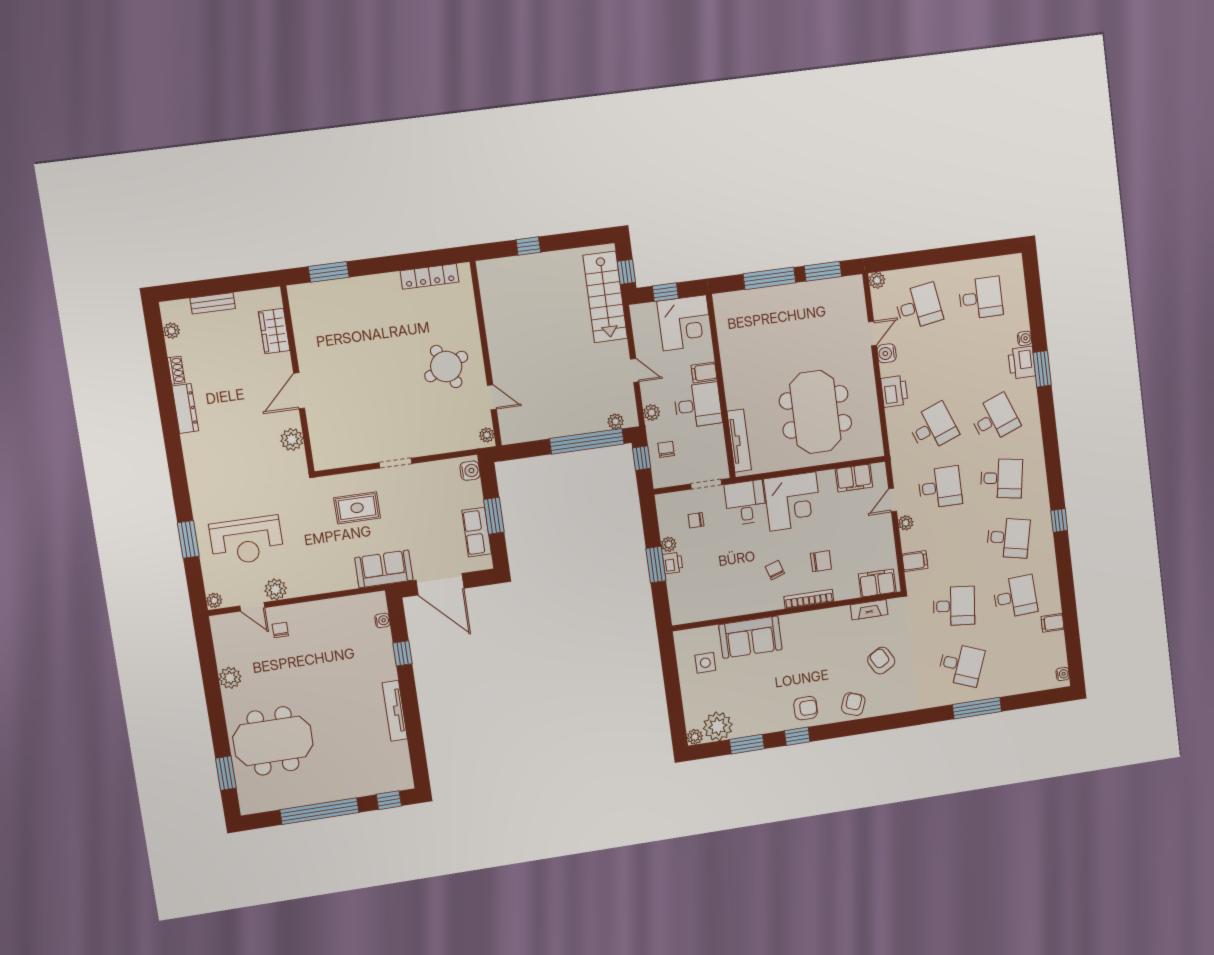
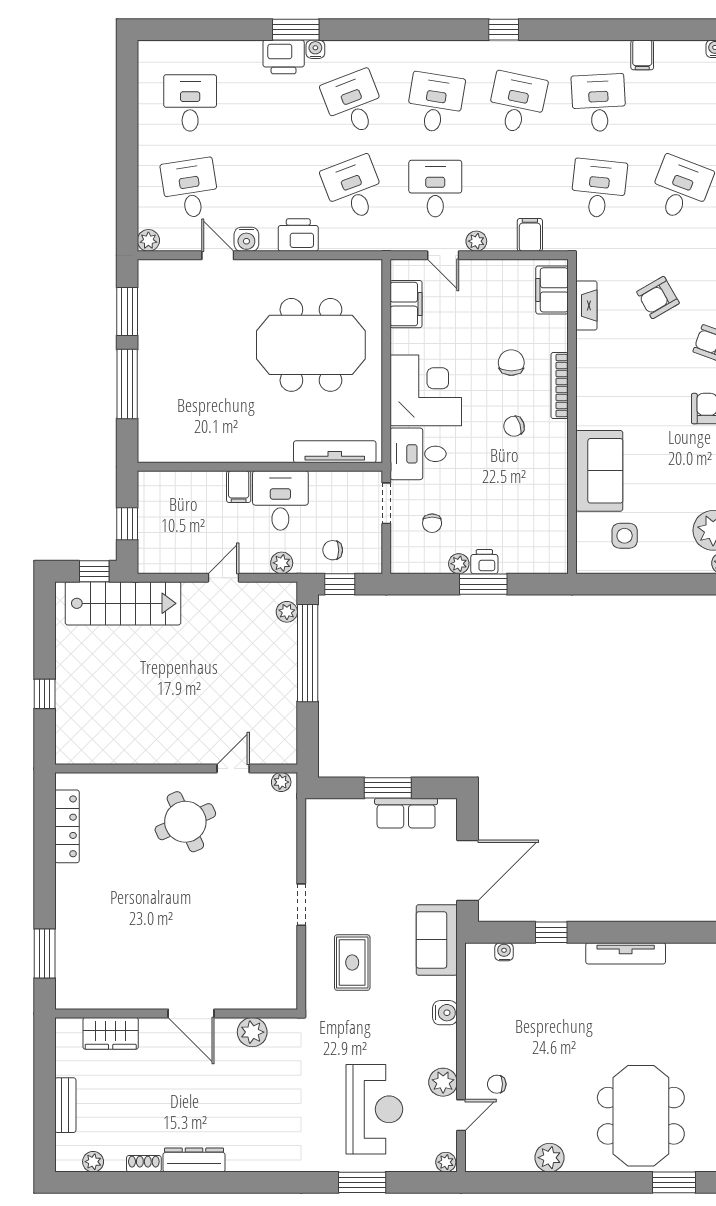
corner desk: (685, 323) -> (170, 504), removed
water cooler: (1025, 338) -> (315, 49), moved
water cooler: (470, 471) -> (445, 1013), moved, turned 90

